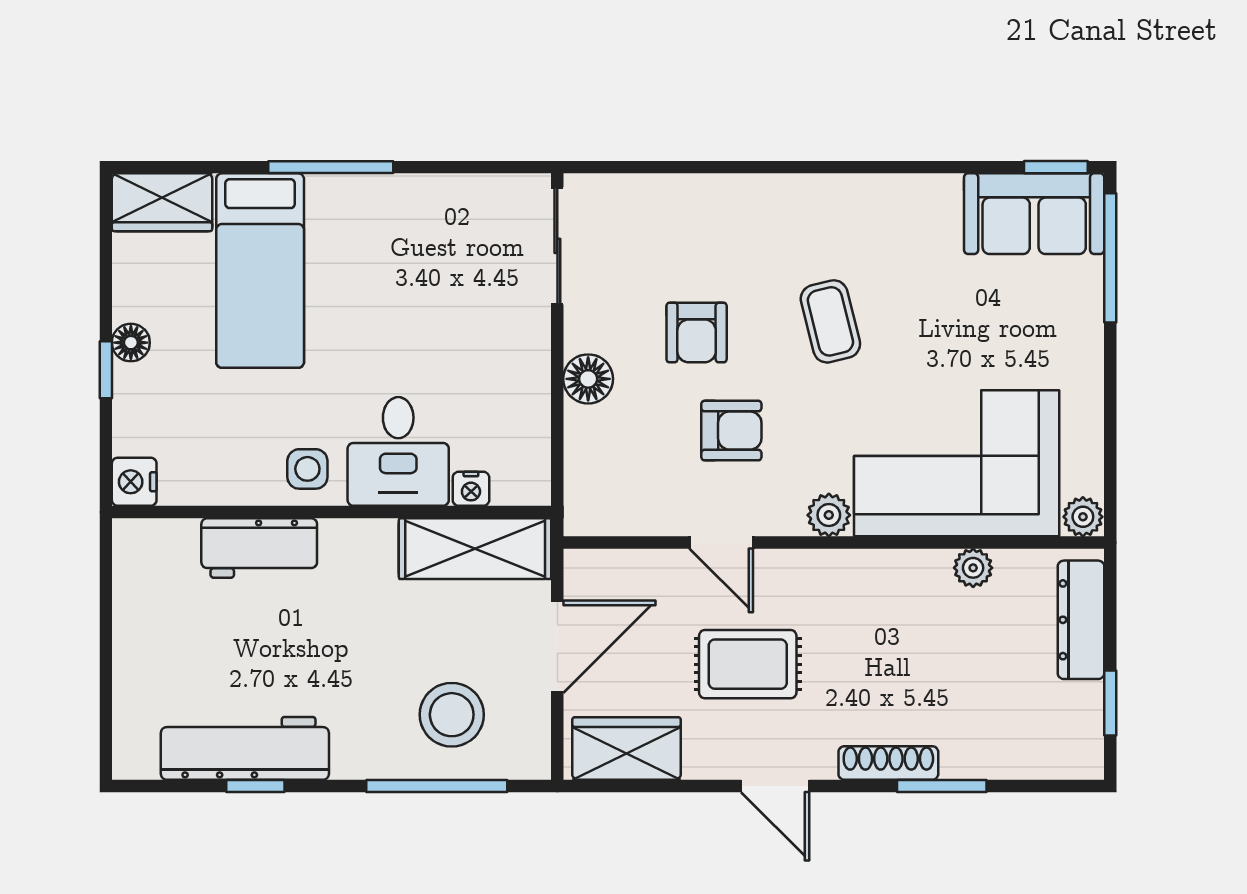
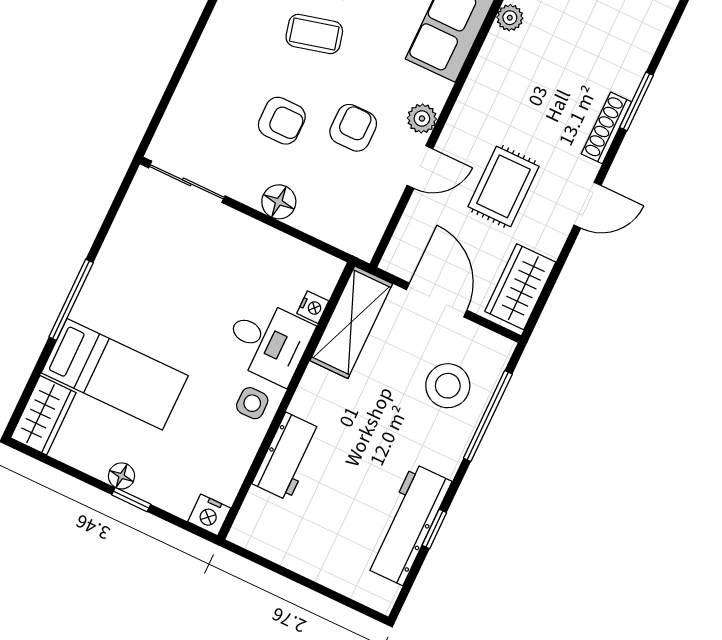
plant: (829, 515) -> (422, 119), moved

